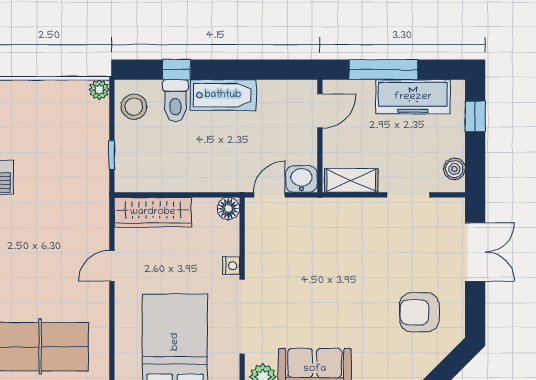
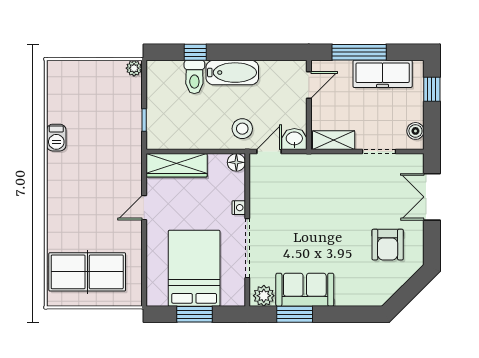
stool: (134, 107) -> (242, 129), moved
double door: (475, 252) -> (432, 197), swing flipped
armchair: (419, 312) -> (388, 245), turned -90

